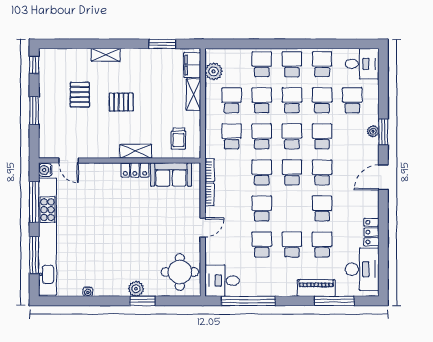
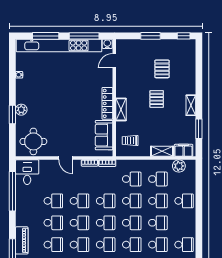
shelving: (106, 55) -> (191, 105), moved
school desk: (292, 64) -> (79, 223), moved
pallet: (80, 95) -> (162, 69), turned 90
locker: (135, 170) -> (107, 103), width x1.53

